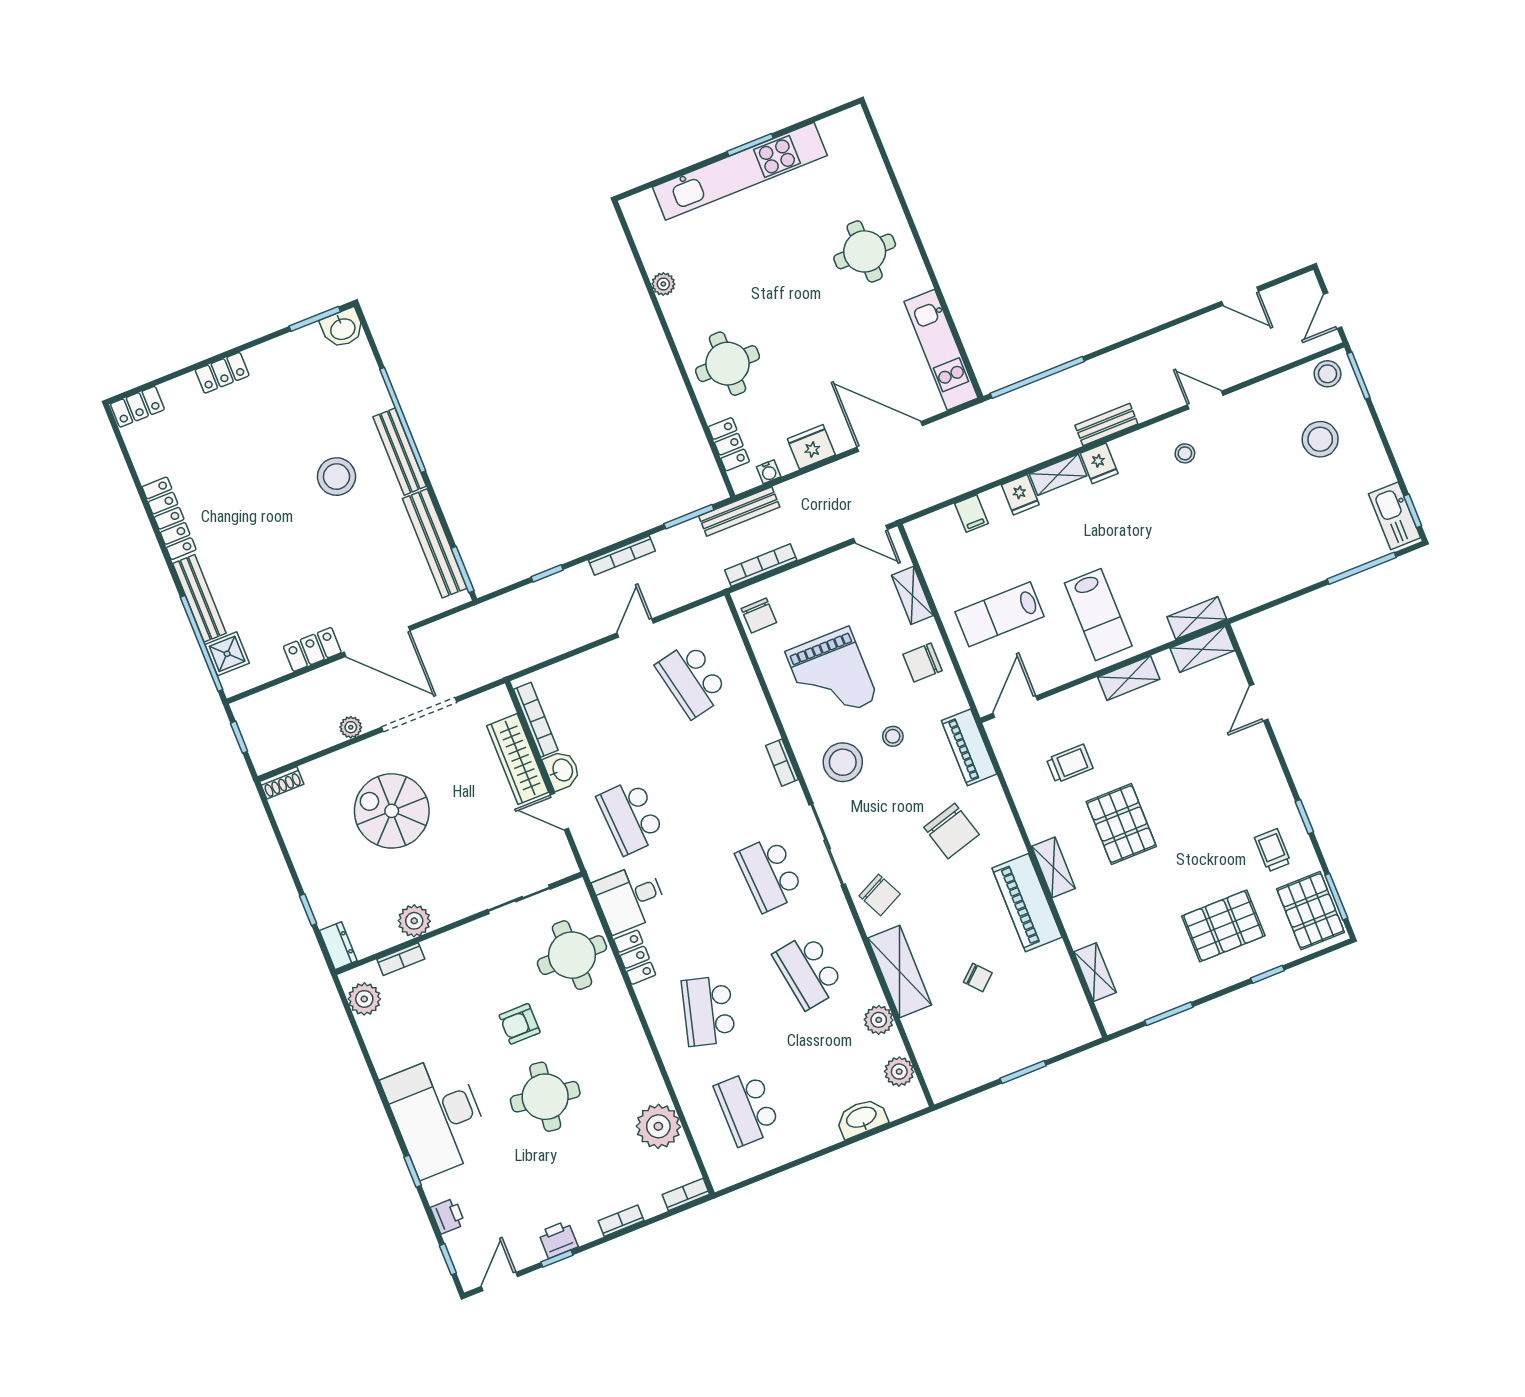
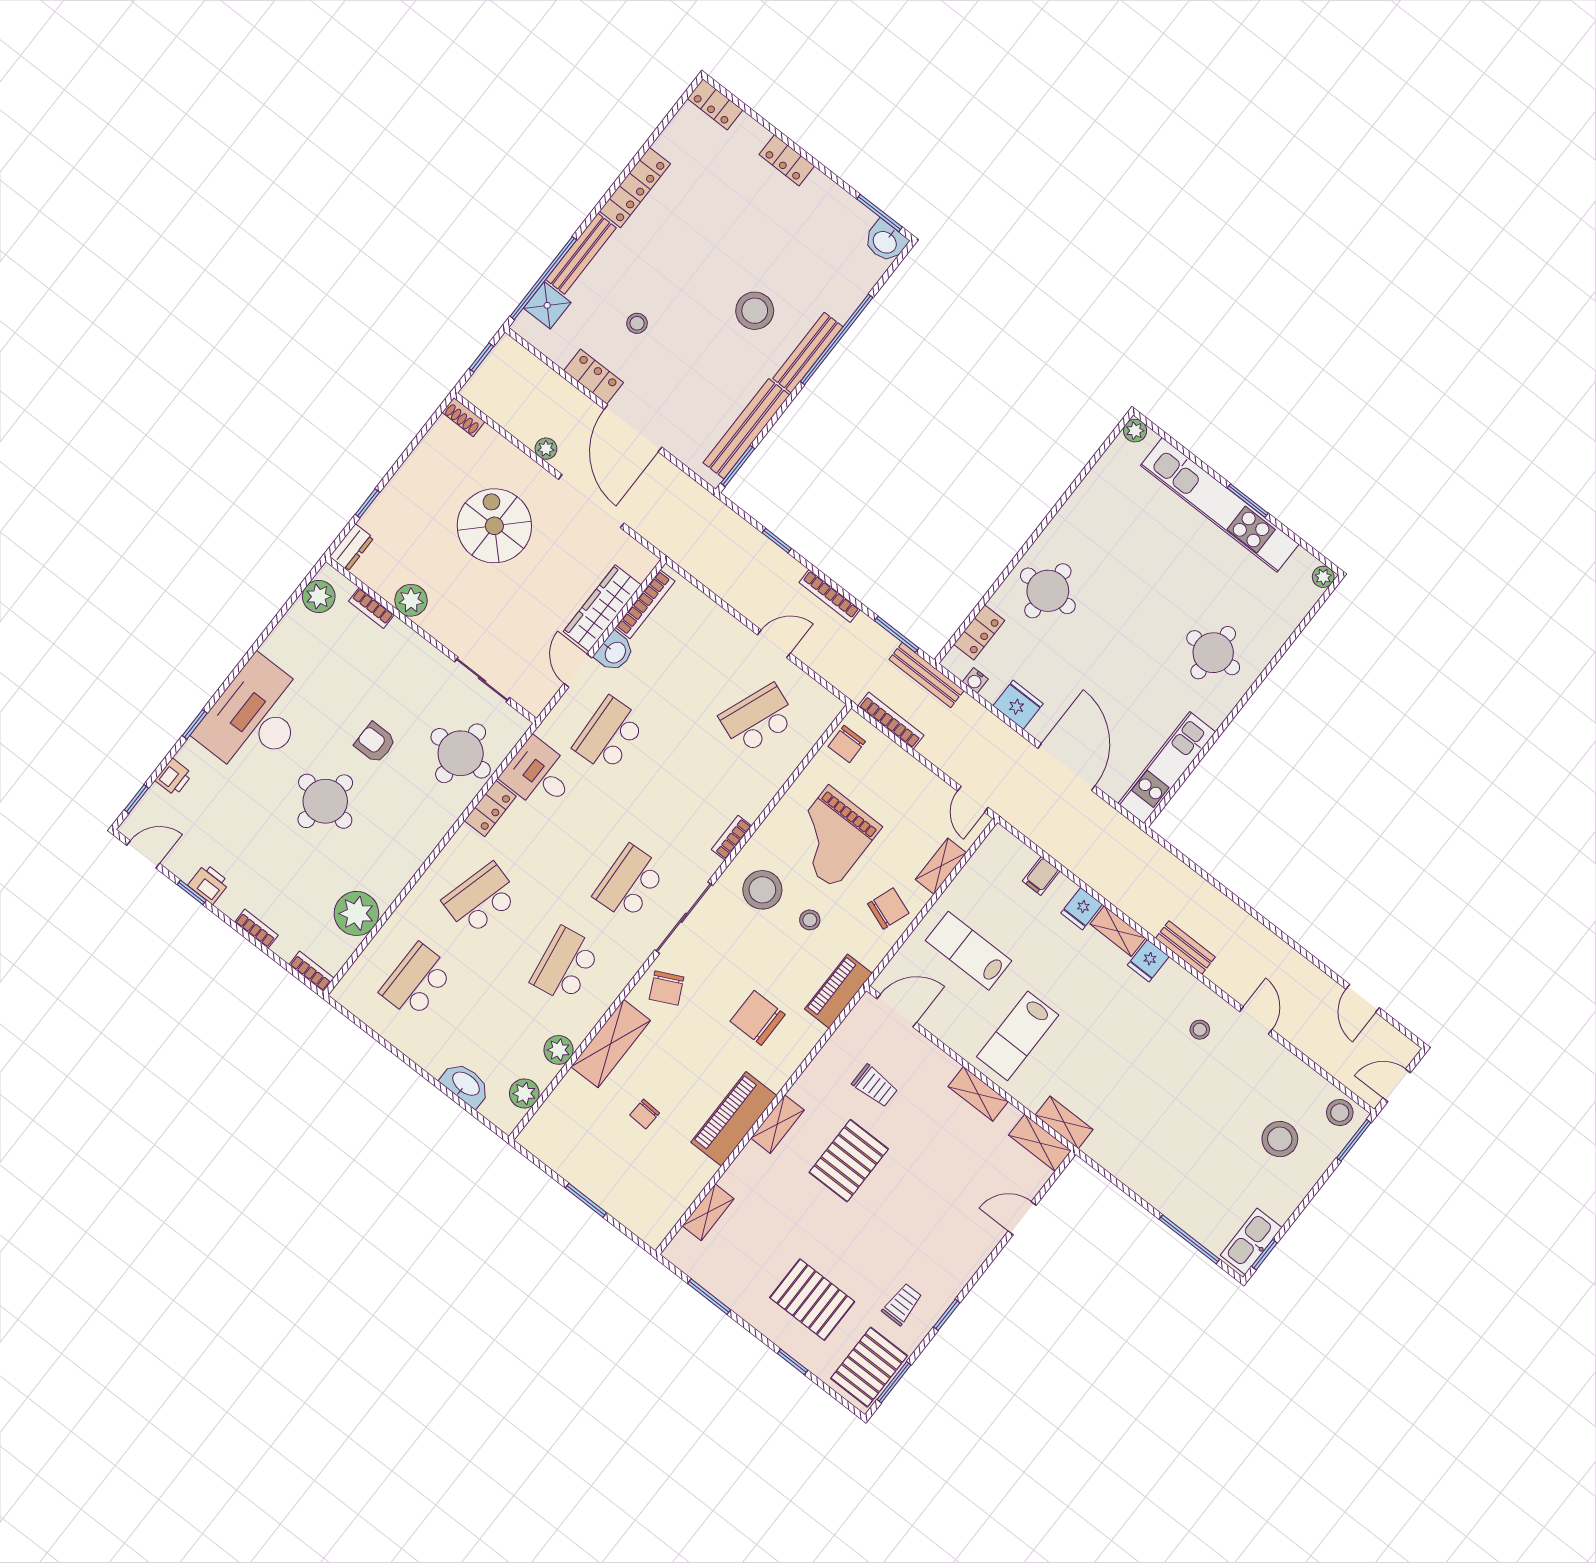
plant: (854, 118) -> (1323, 577), added
plant: (663, 284) -> (1135, 431), moved
window: (1037, 377) -> (1191, 864), removed
stool: (288, 585) -> (637, 323), added
chair: (923, 663) -> (888, 909), turned 110
school desk: (692, 680) -> (758, 719), turned 33
chair: (951, 831) -> (758, 1018), turned 106
chair: (978, 978) -> (645, 1114), turned 45

